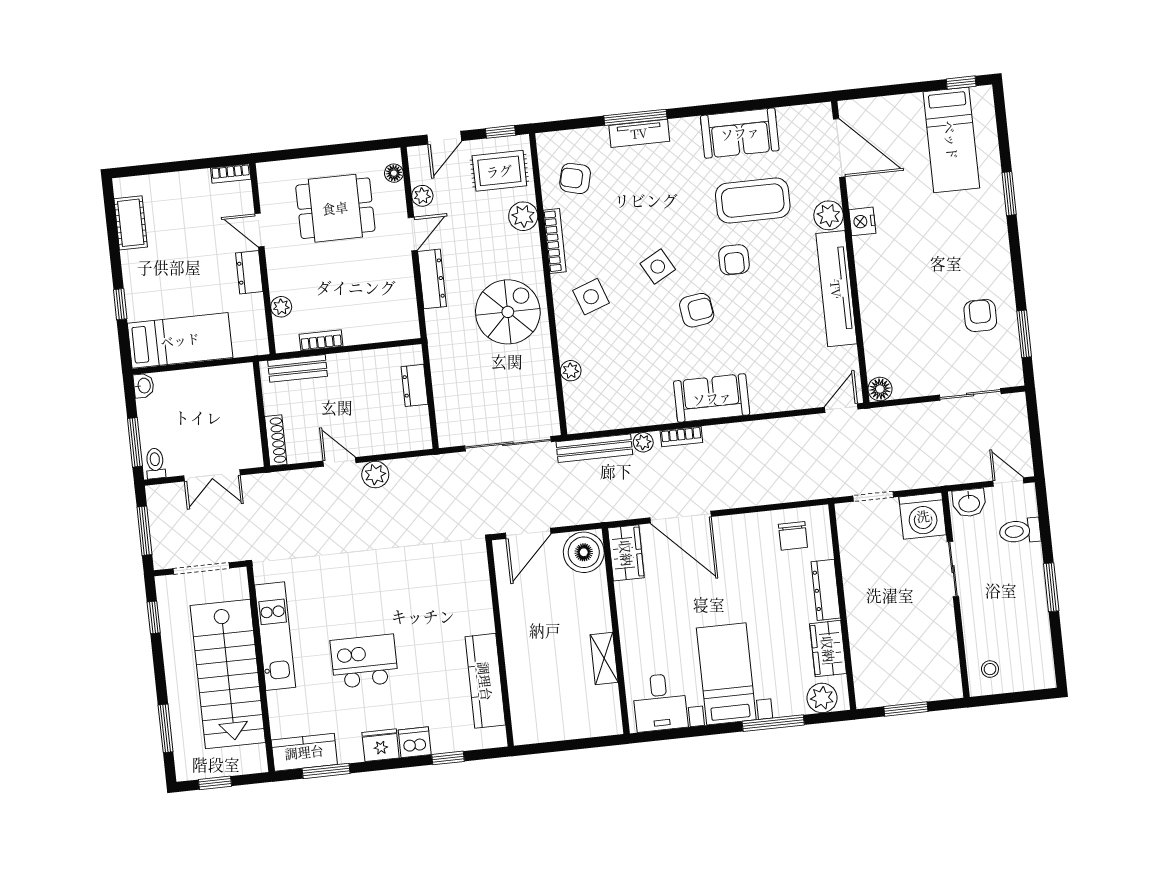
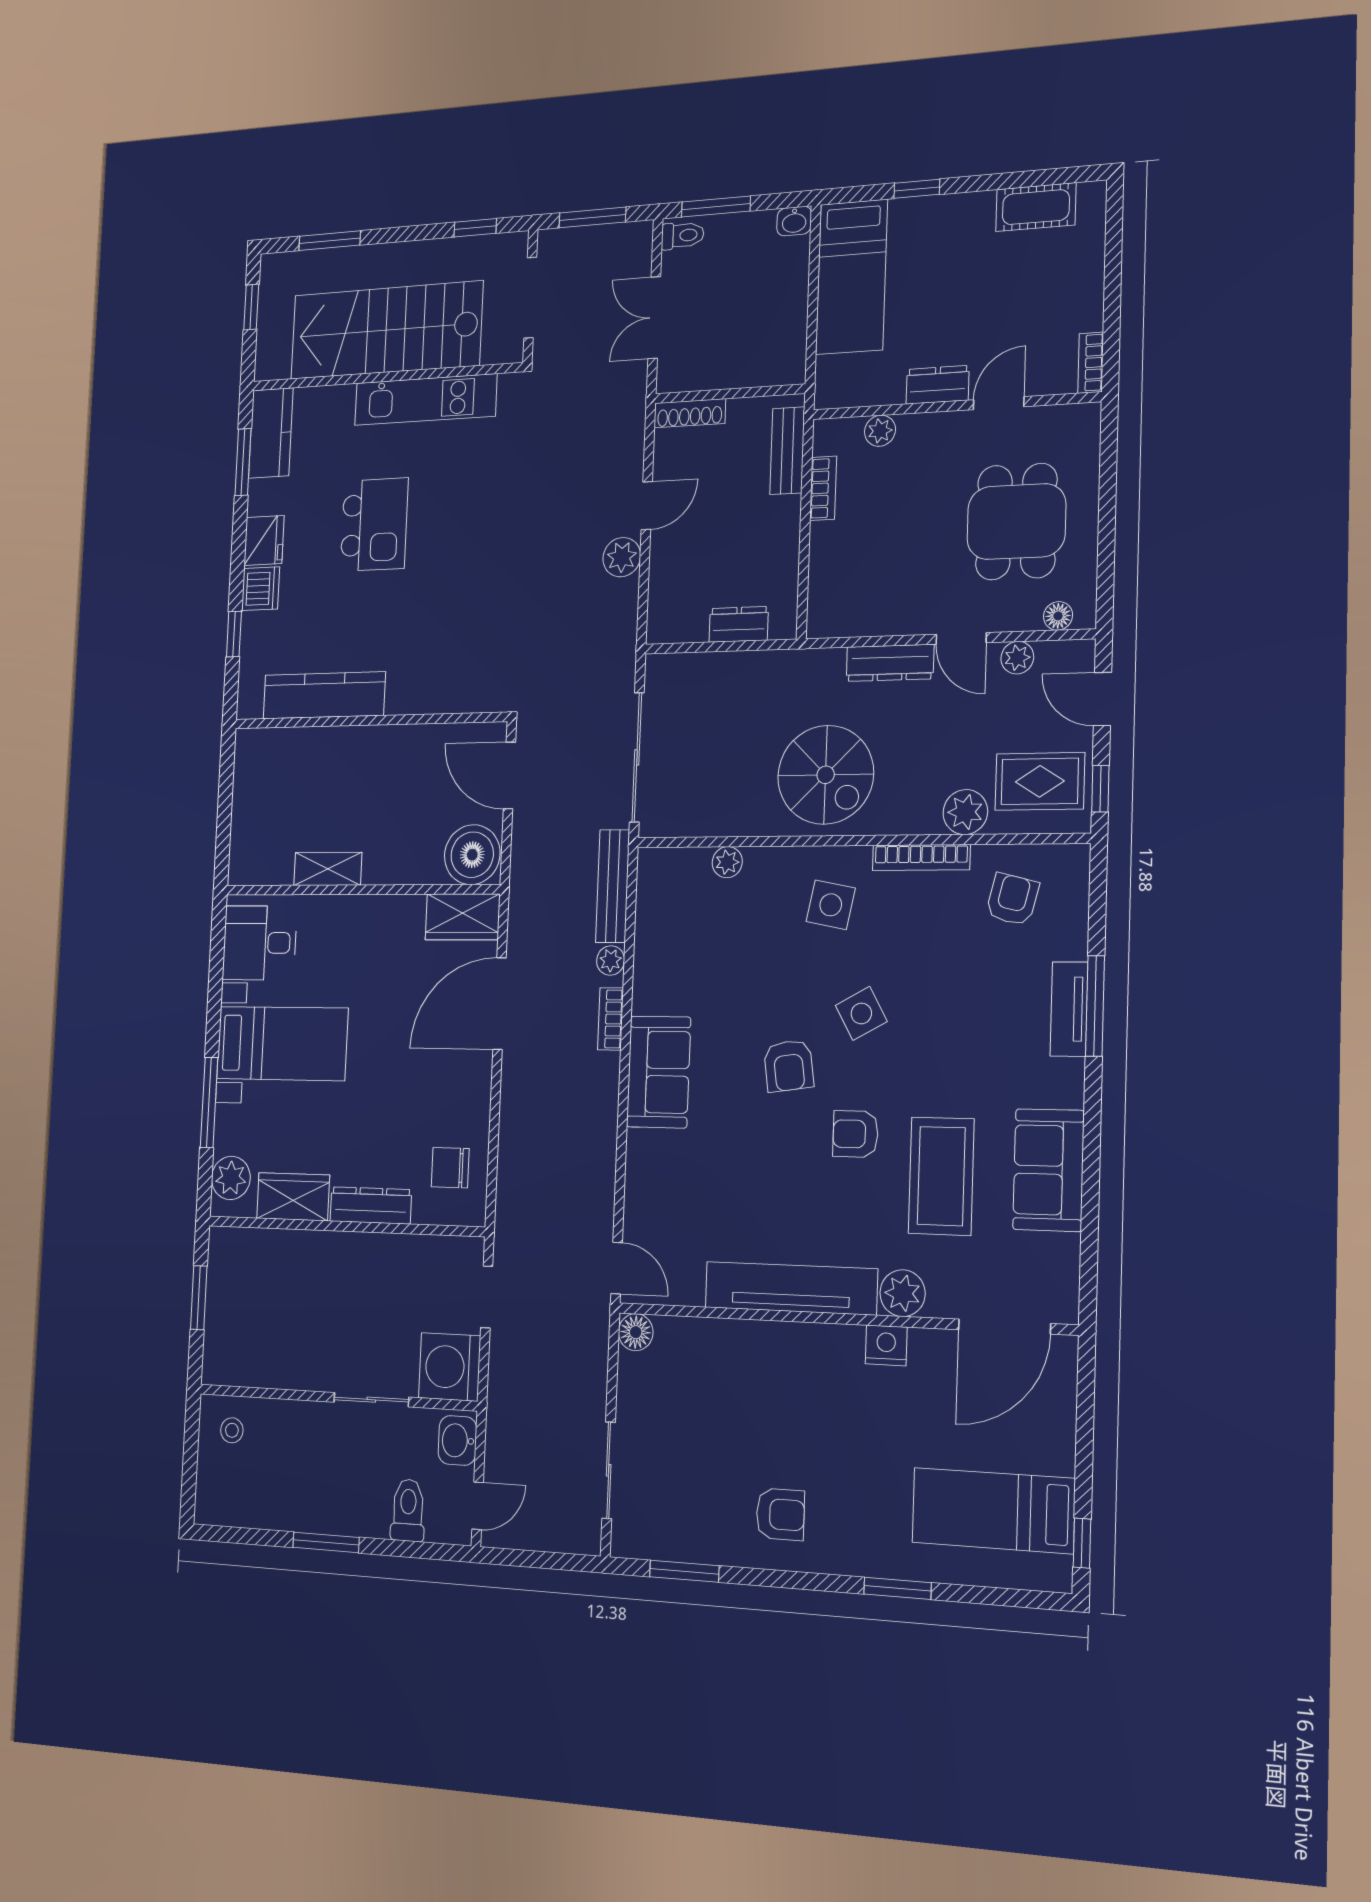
rug: (499, 171) -> (1040, 781), turned 90
side table: (591, 297) -> (831, 905), turned 31
armchair: (980, 315) -> (780, 1514), moved

